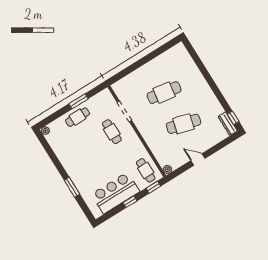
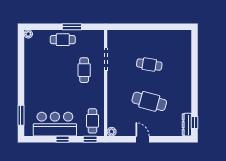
cafe table: (164, 93) -> (149, 65), width x0.73, depth x0.74
window: (72, 187) -> (21, 115), moved

